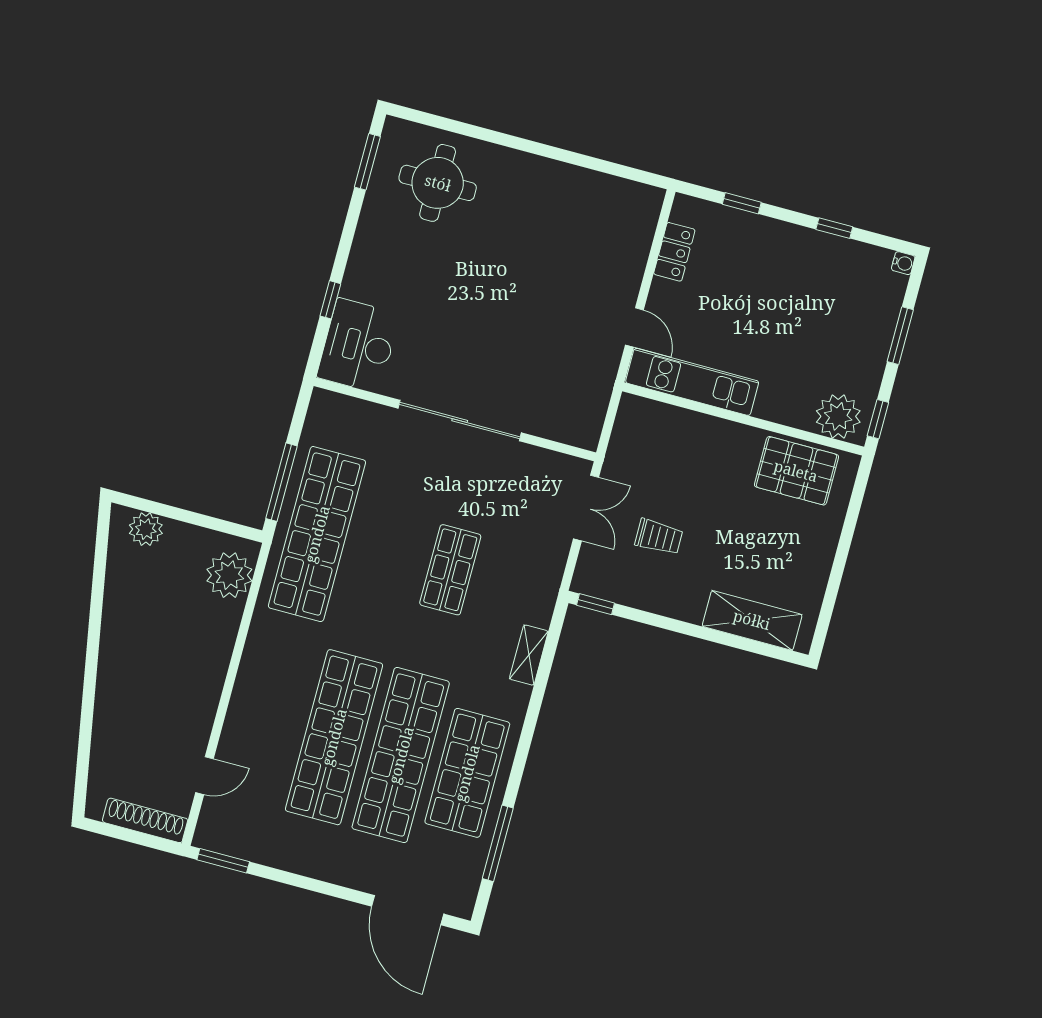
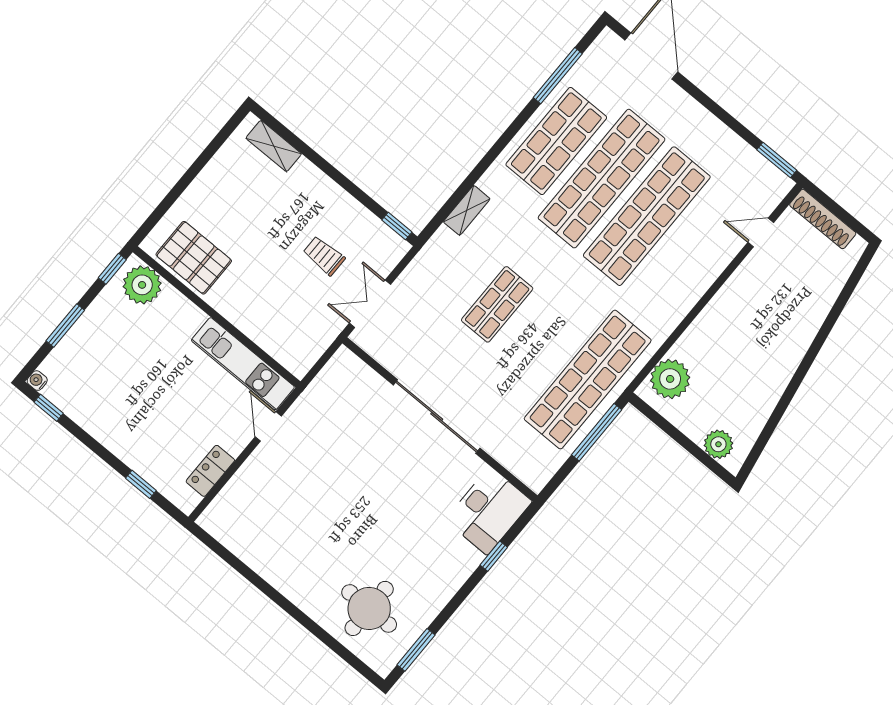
window: (834, 228) -> (49, 408), moved
shelving: (752, 620) -> (274, 146), width x0.67, depth x0.75

